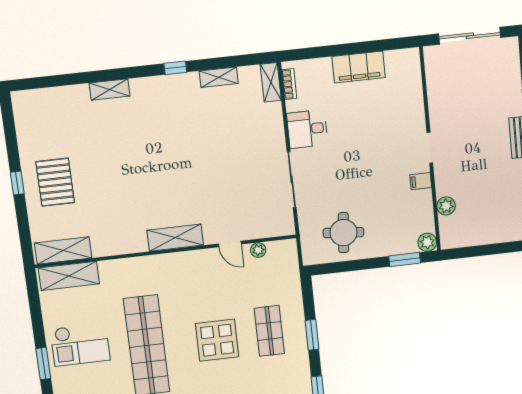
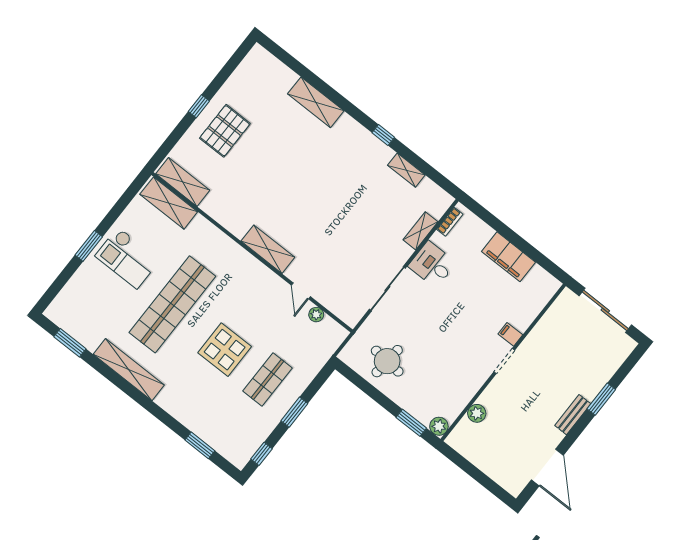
shelving: (271, 82) -> (420, 231), moved
shelving: (110, 89) -> (316, 102), width x1.50, depth x1.33
filing cabinet: (421, 181) -> (510, 334), moved

